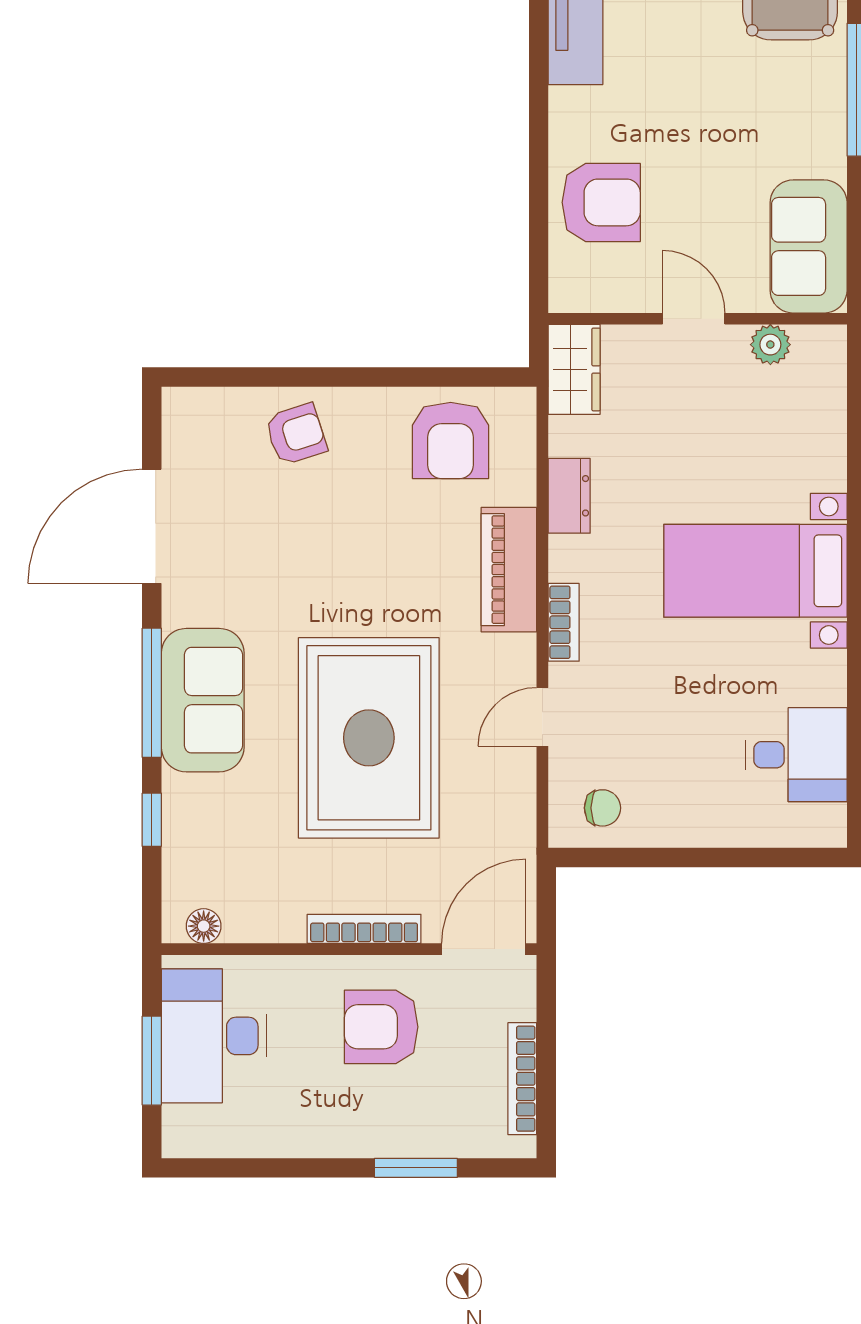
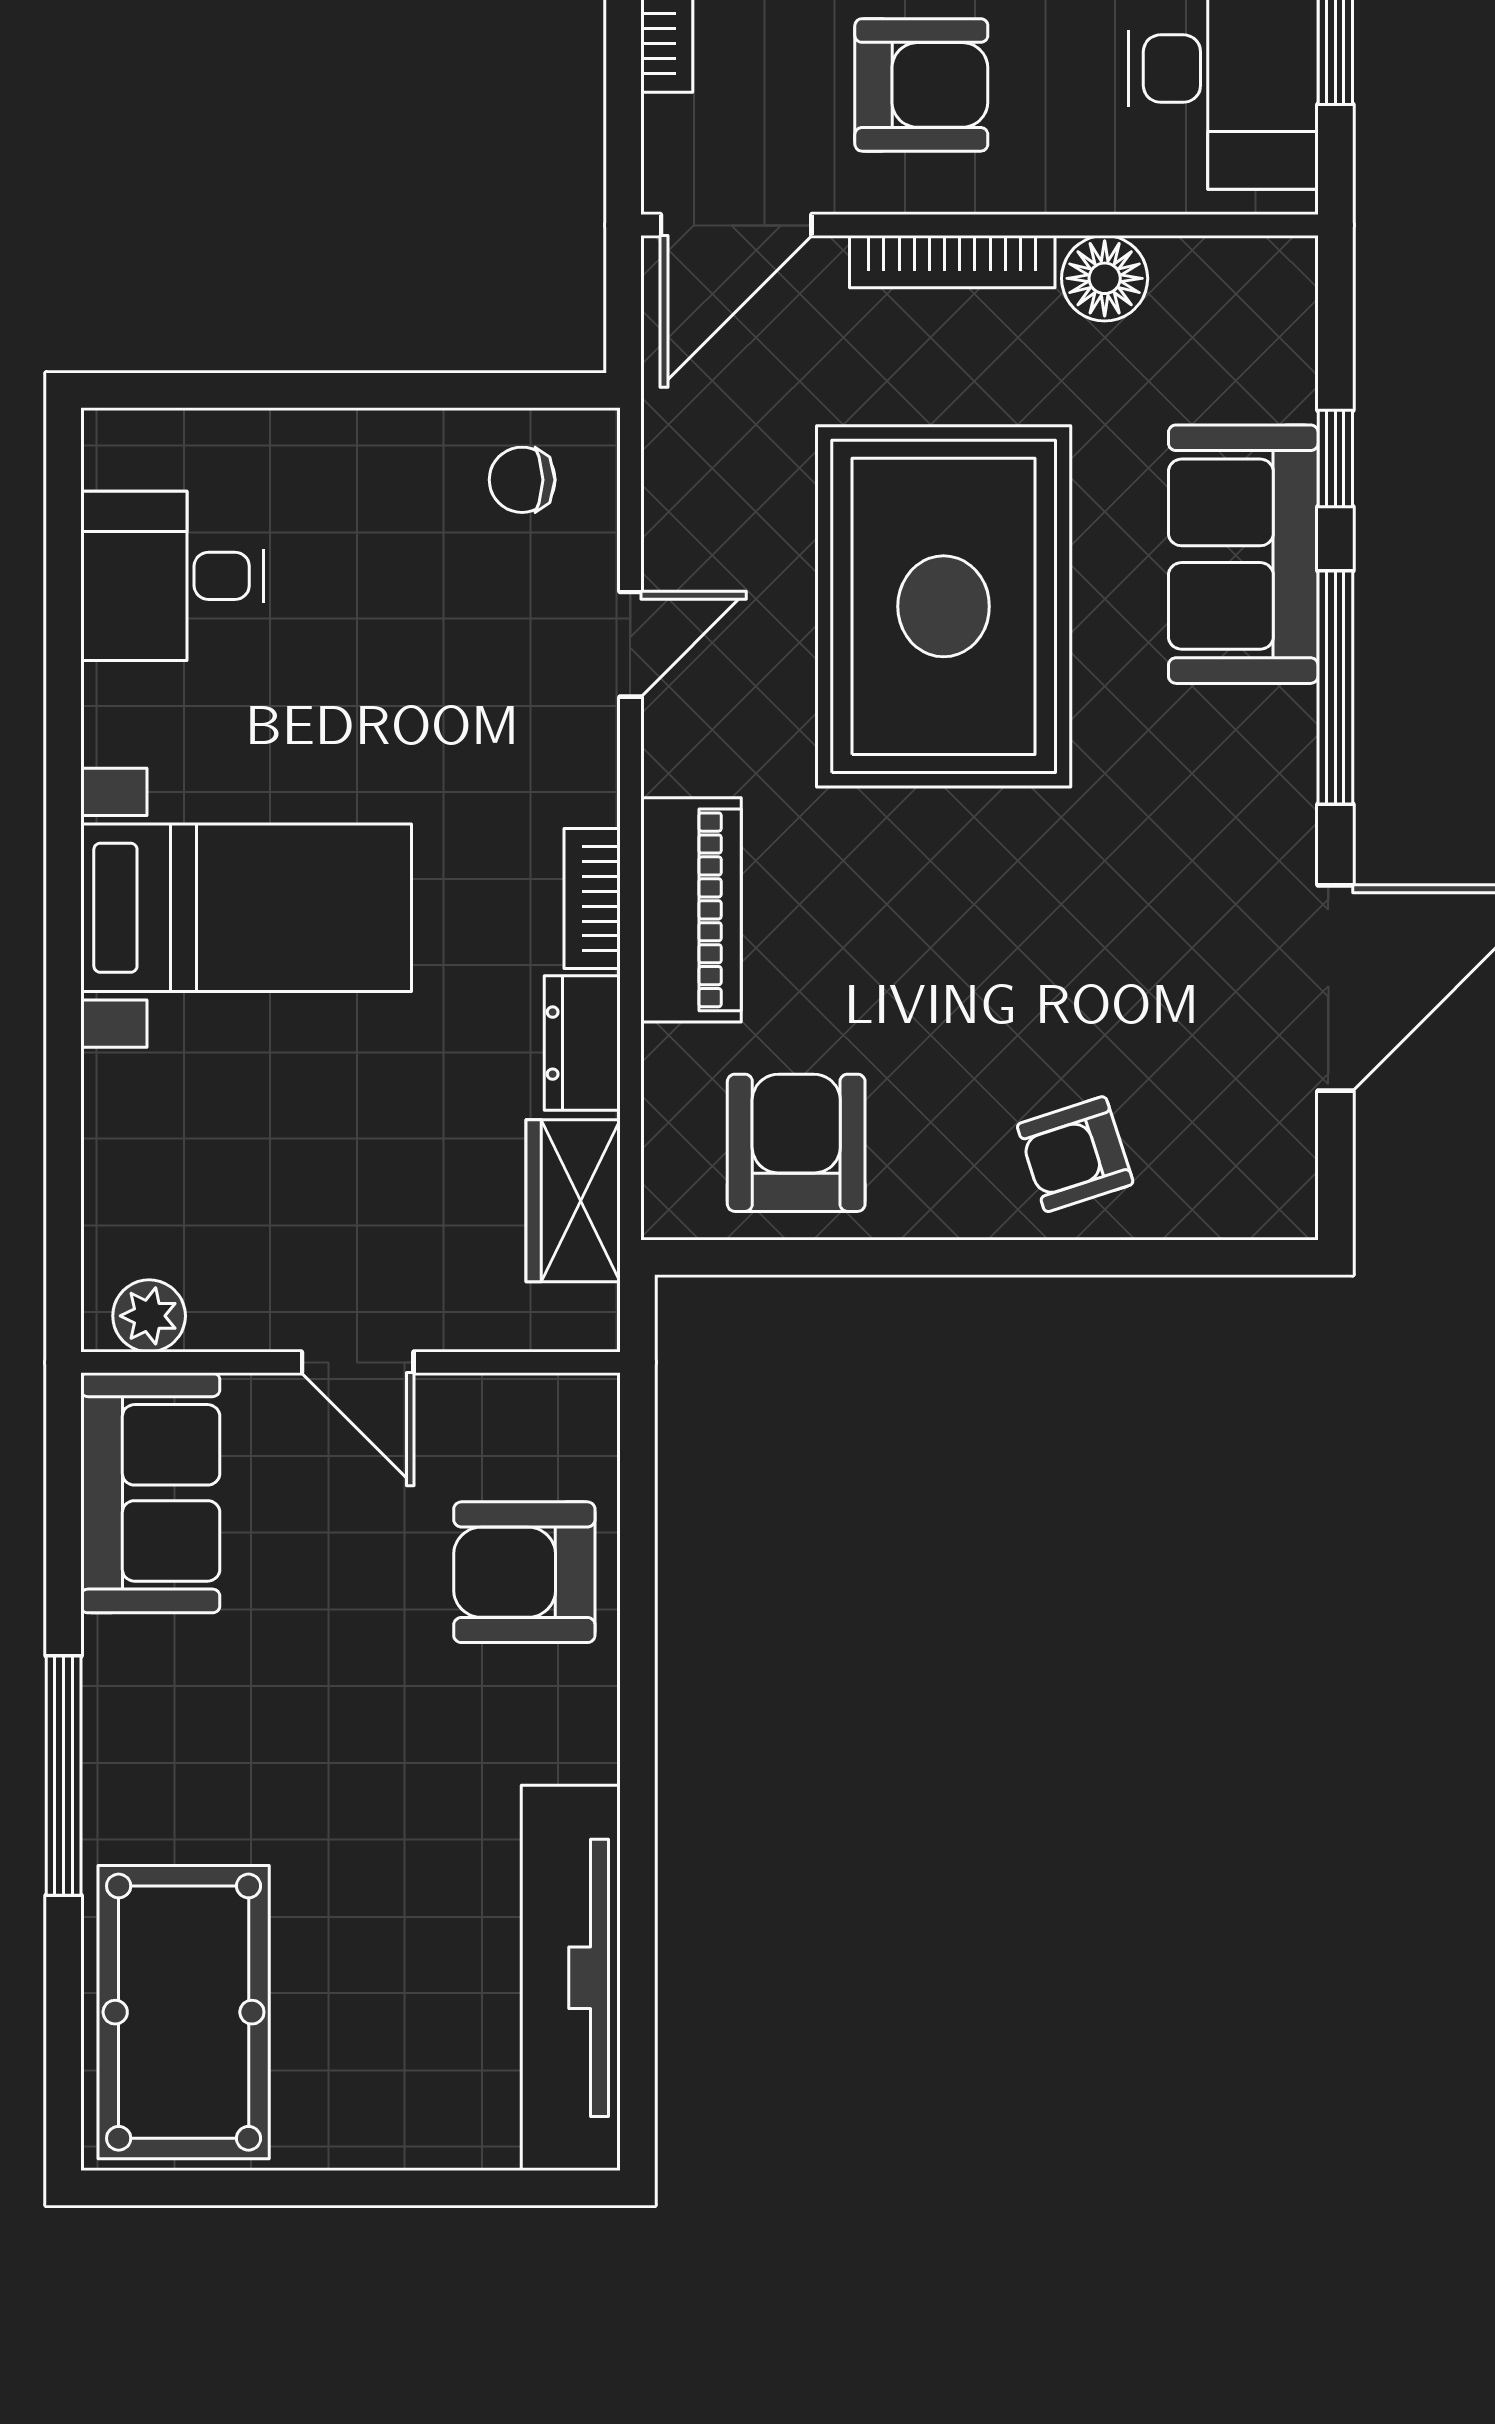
plant: (770, 345) -> (149, 1316), moved
wardrobe: (574, 369) -> (573, 1201), moved
bookcase: (564, 622) -> (592, 899), moved
sofa: (203, 700) -> (1243, 554), moved
floor lamp: (204, 926) -> (1105, 278), moved, width x1.37, depth x1.37

